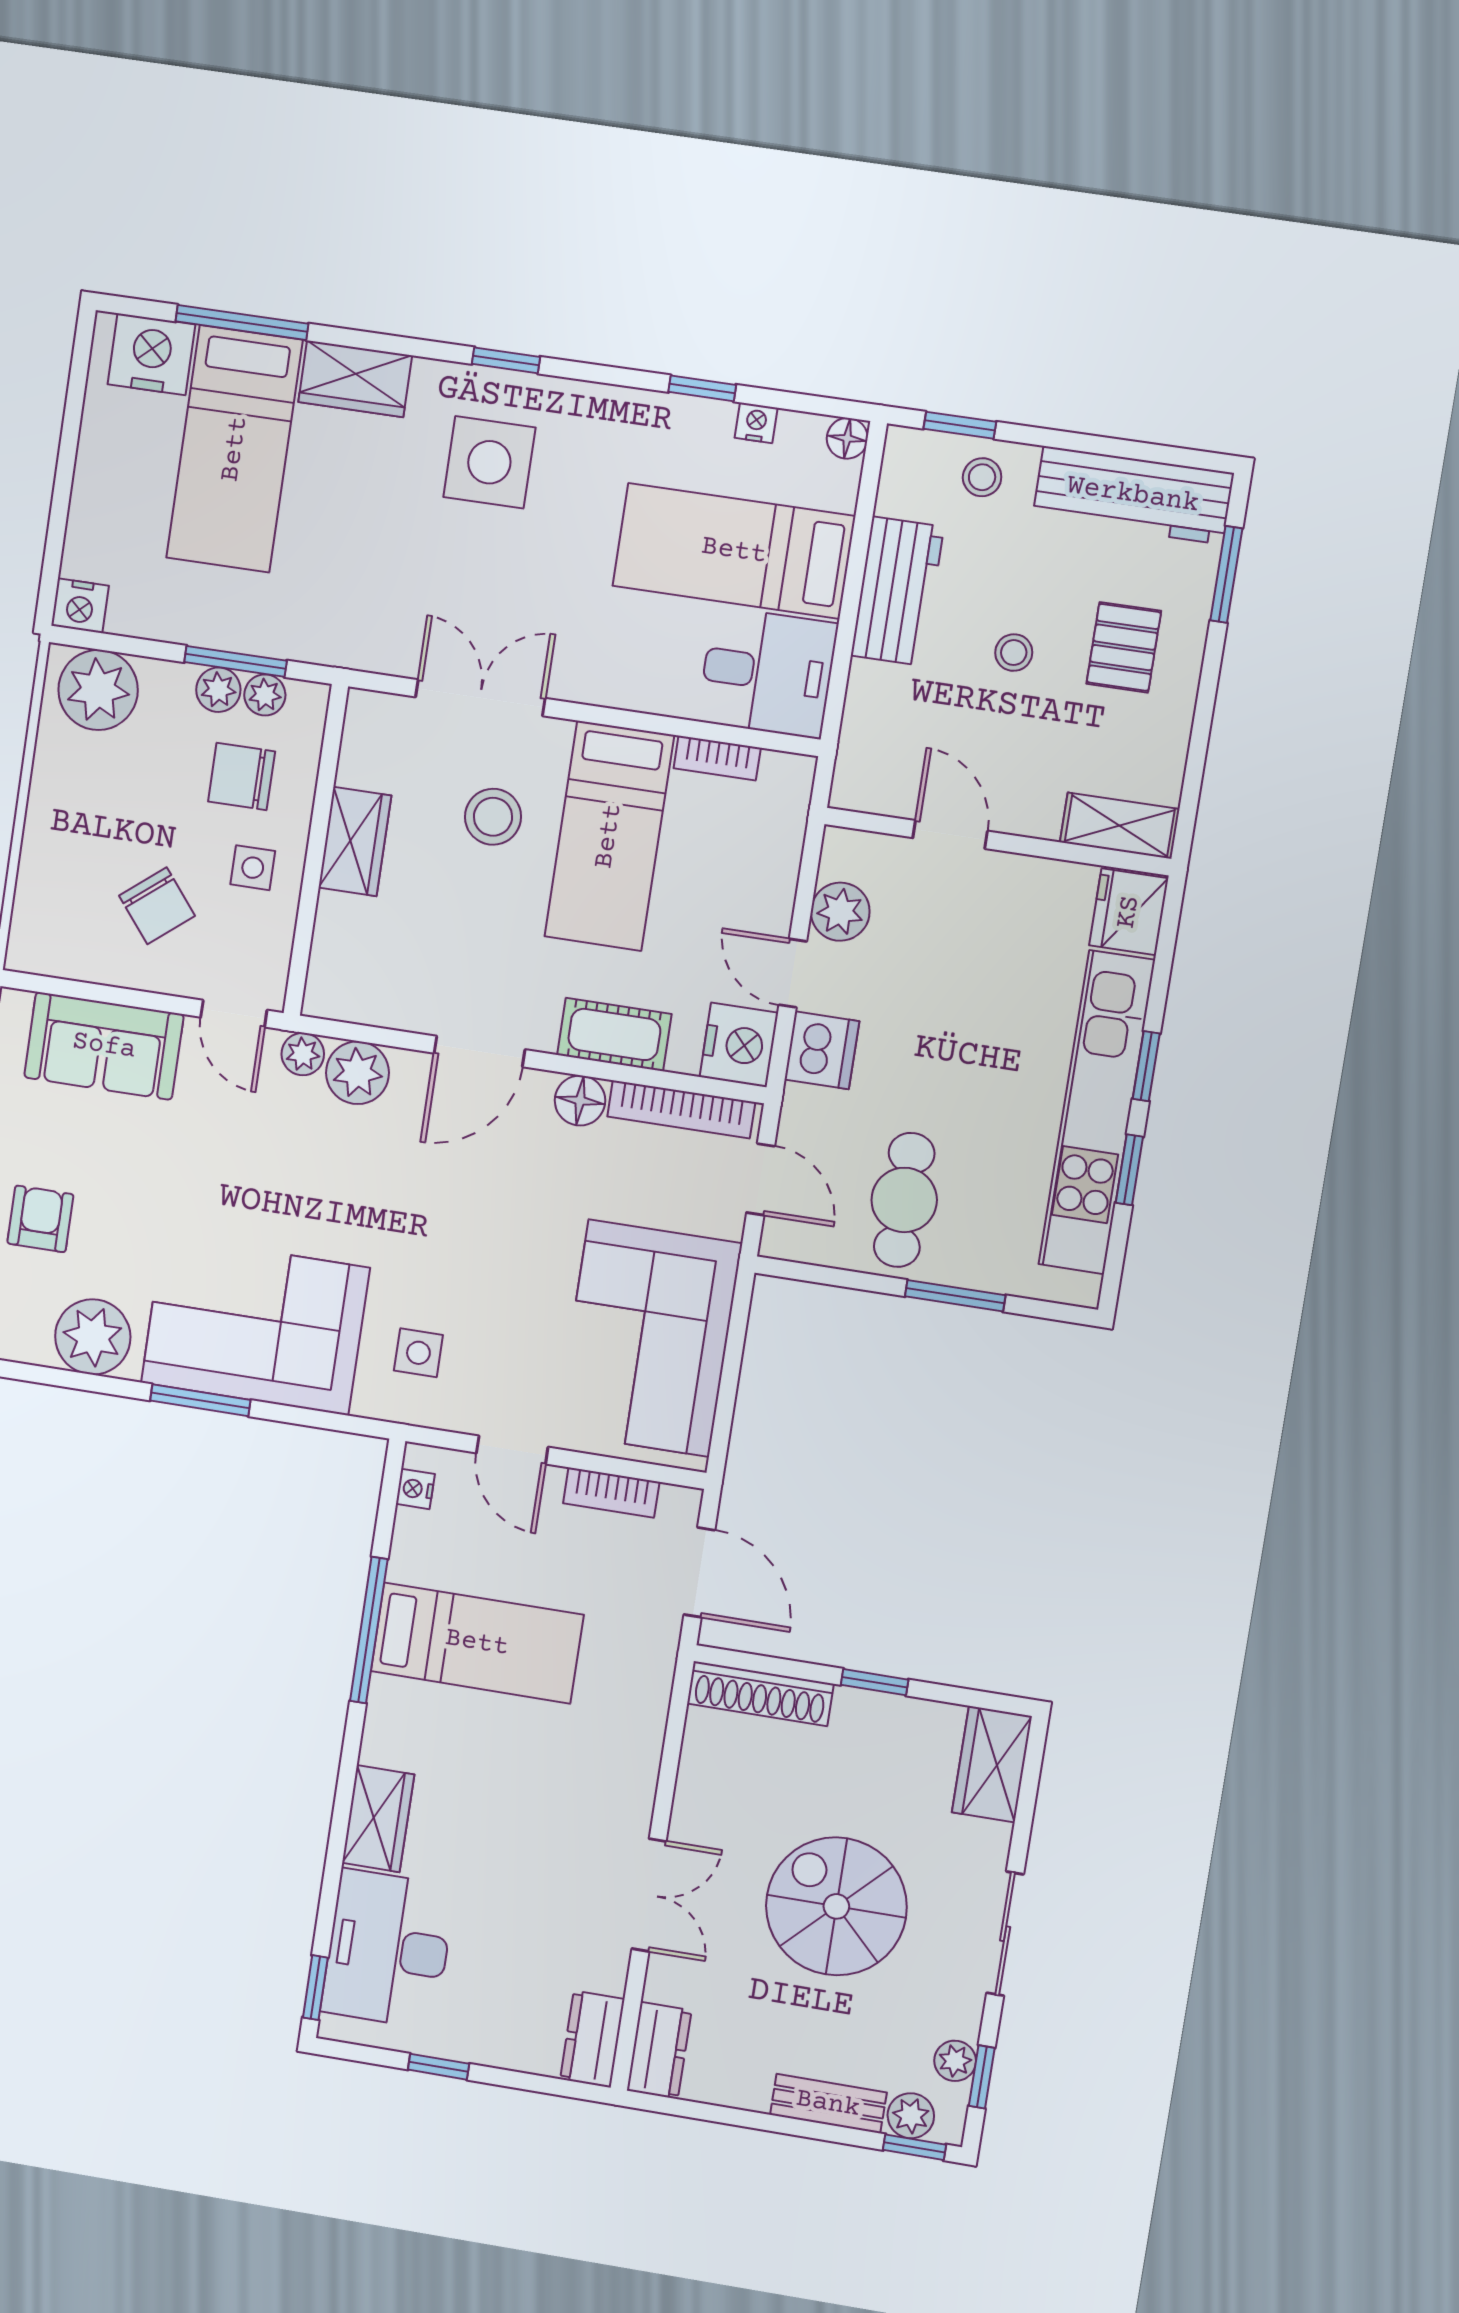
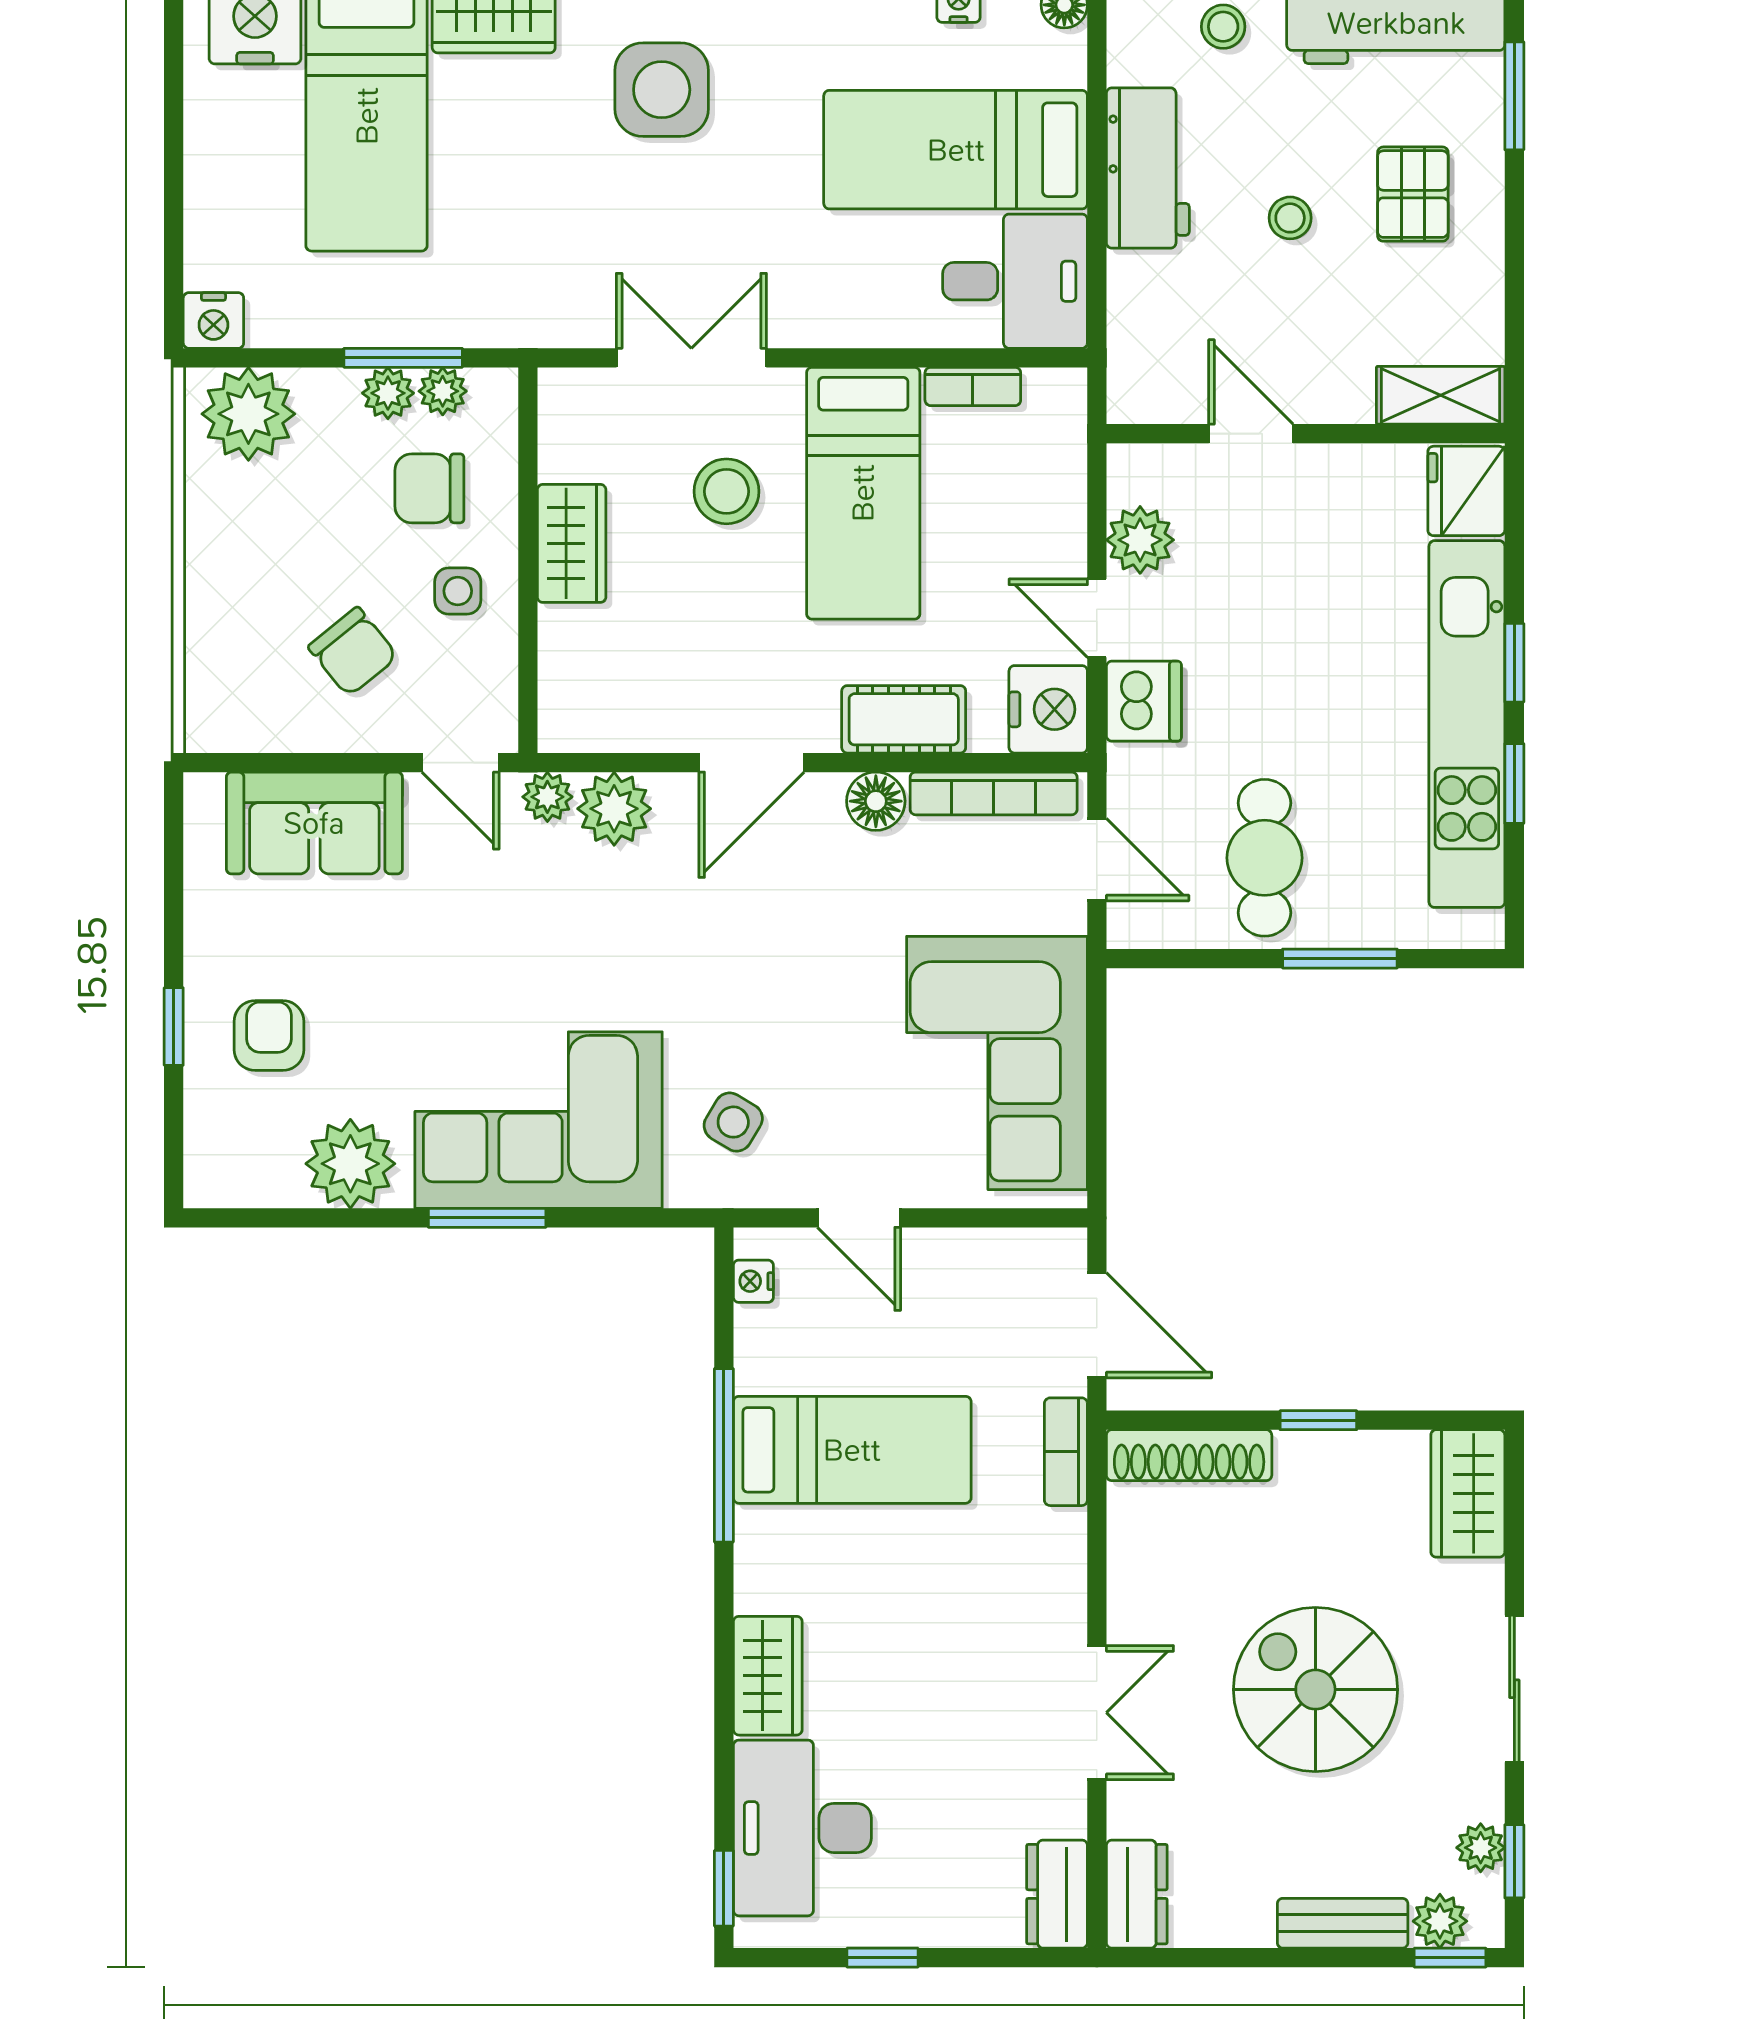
side table: (418, 1353) -> (733, 1122), turned 31
bookcase: (611, 1493) -> (1066, 1452), moved, turned 90

